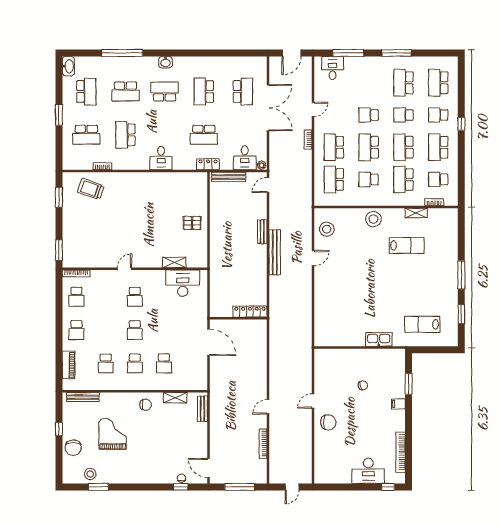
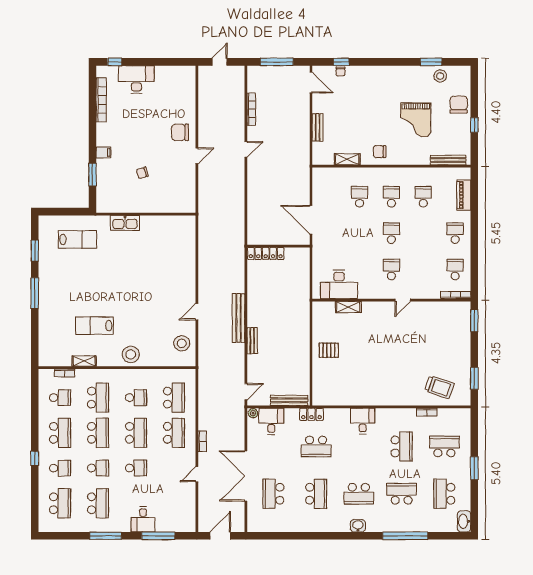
desk: (333, 68) -> (143, 519), moved
school desk: (204, 135) -> (316, 446), turned 180
bench: (202, 409) -> (318, 127), moved

